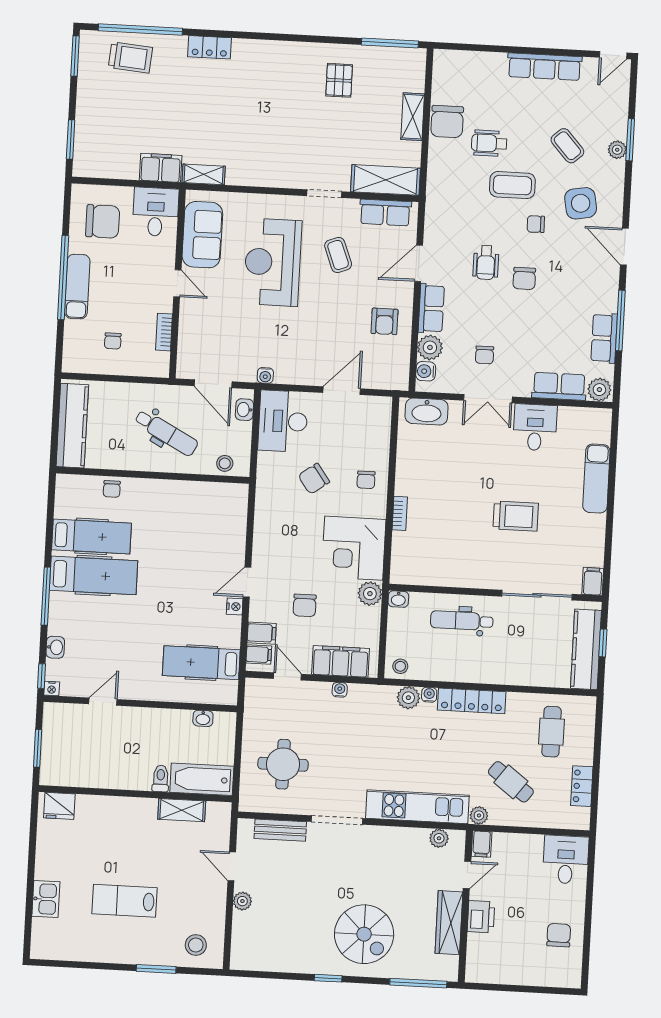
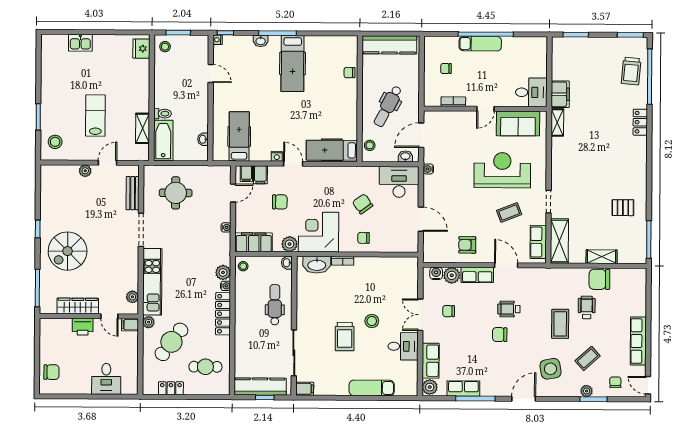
chair: (103, 221) -> (523, 58), removed
chair: (536, 224) -> (615, 382), moved
washbasin: (427, 412) -> (317, 265), moved, turned -90
stool: (494, 473) -> (372, 321), added
hospital bed: (91, 536) -> (332, 150), moved, turned 90
chair: (305, 605) -> (280, 202), turned 180
washbasin: (55, 647) -> (261, 41), moved
filing cabinet: (341, 661) -> (254, 242), moved, turned -90
stool: (58, 770) -> (165, 47), added
cafe table: (511, 782) -> (171, 342), width x1.37, depth x1.35
desk: (566, 860) -> (106, 379), moved, turned 90
lab bench: (125, 901) -> (95, 116), moved
chair: (559, 935) -> (51, 372), moved

